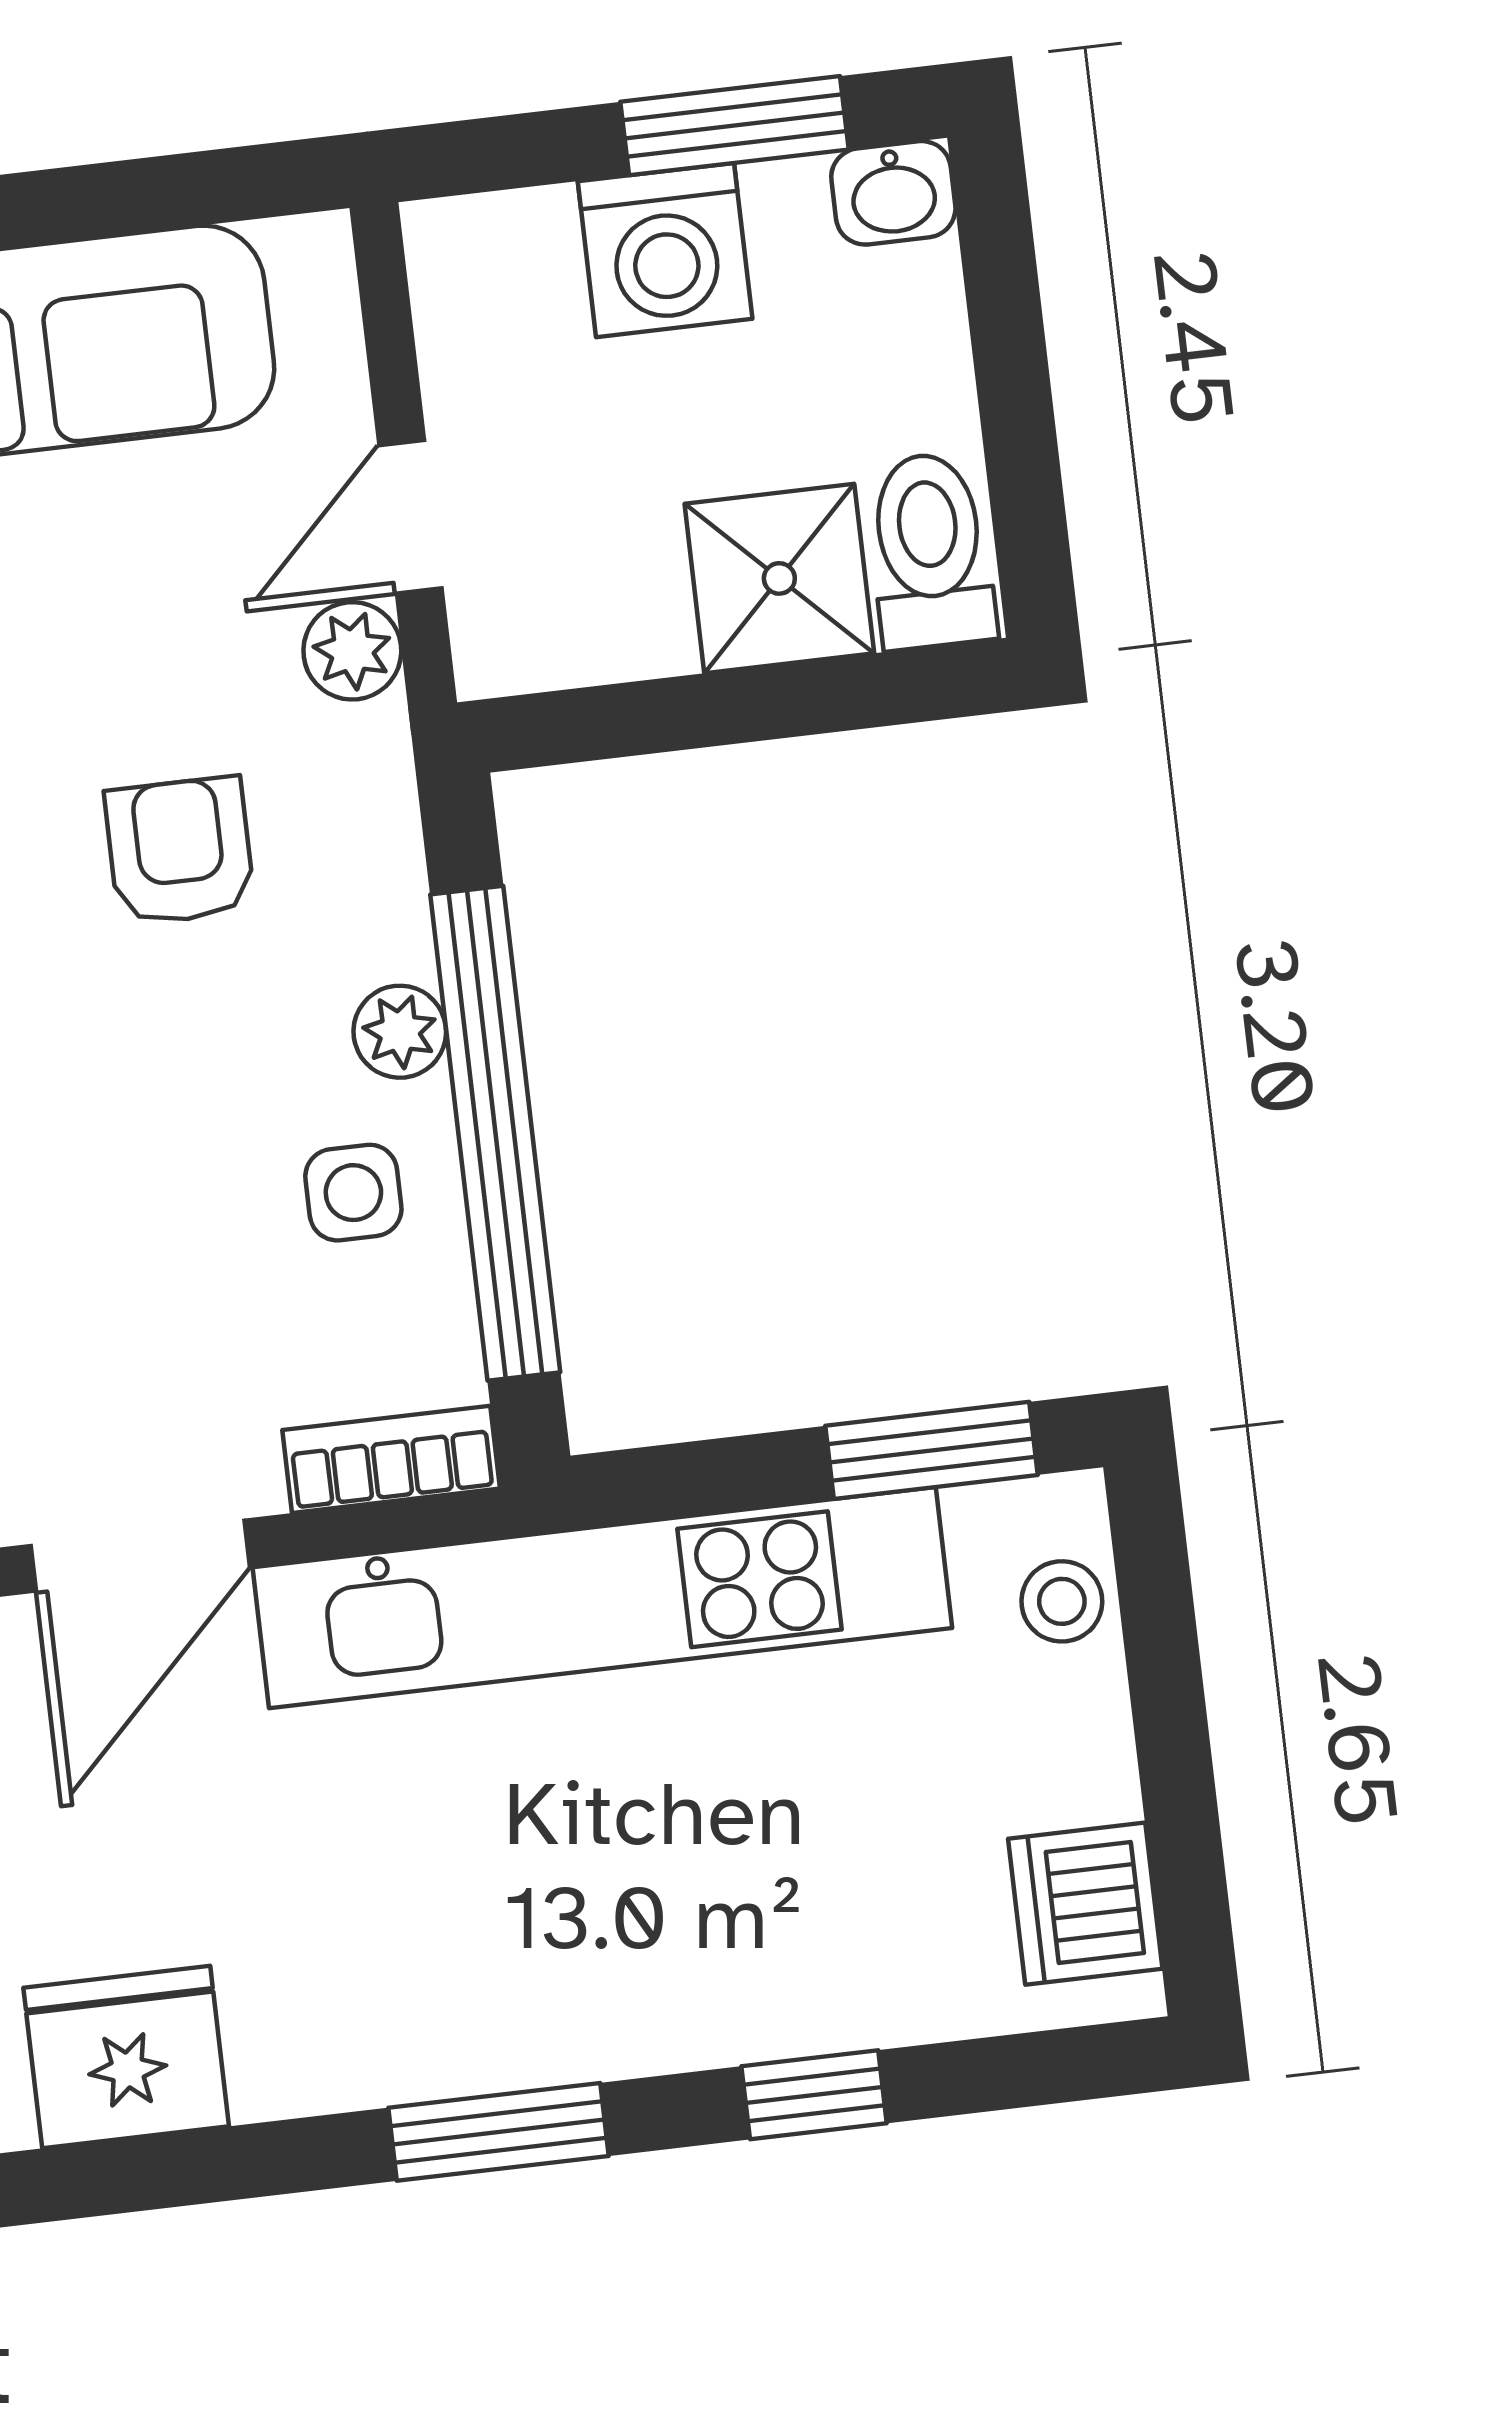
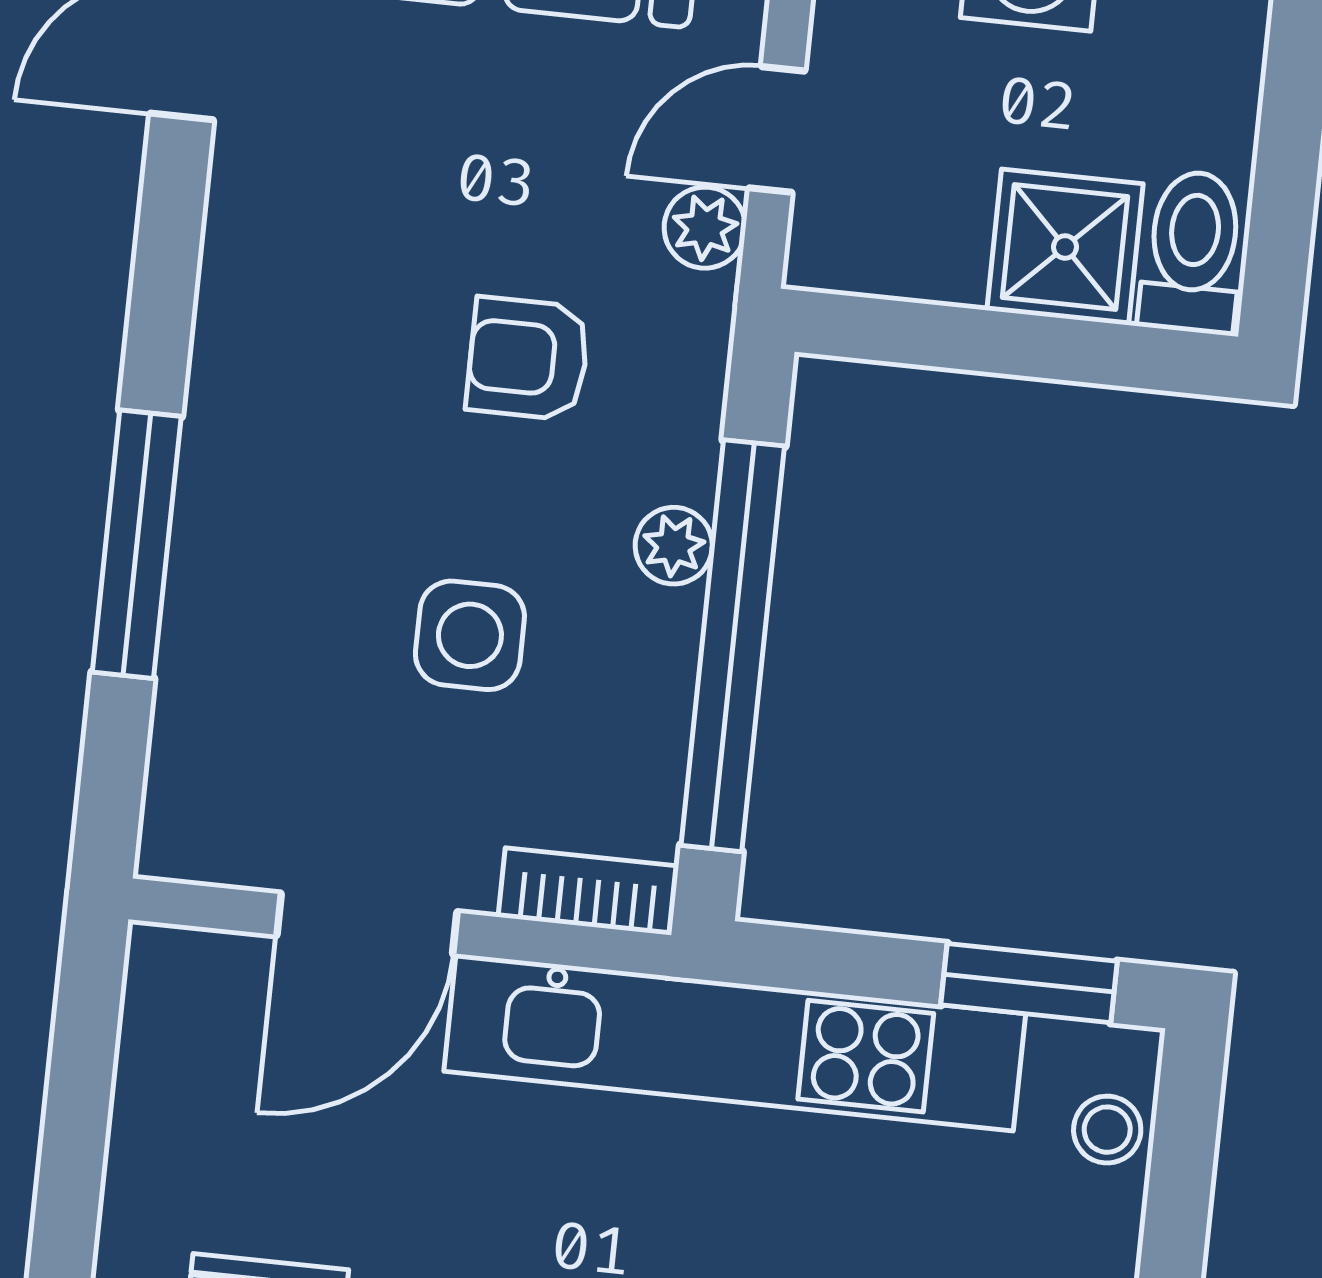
armchair: (180, 851) -> (528, 359), turned -90
side table: (353, 1193) -> (470, 635), moved, width x1.37, depth x1.37

